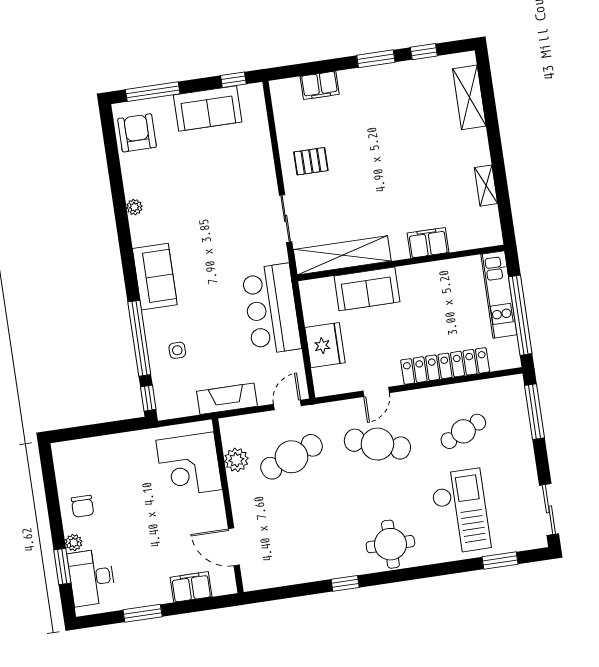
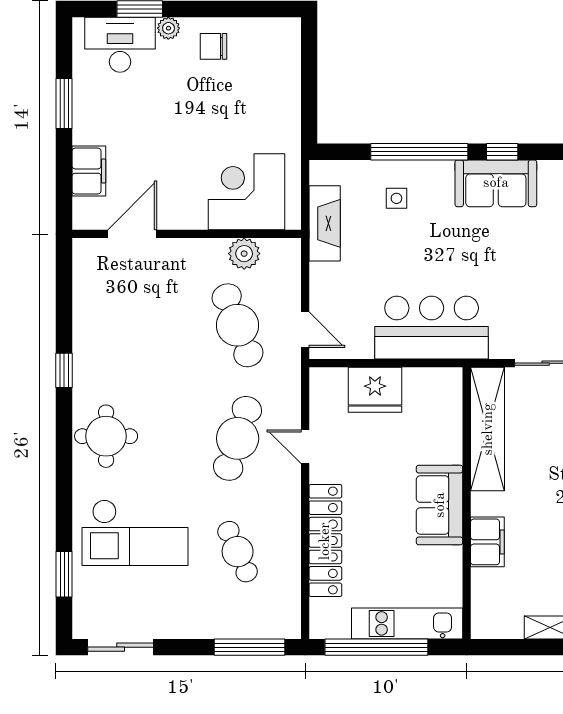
sofa: (367, 289) -> (440, 505), moved
window: (148, 398) -> (502, 152), moved
fireplace: (227, 399) -> (325, 223), moved

